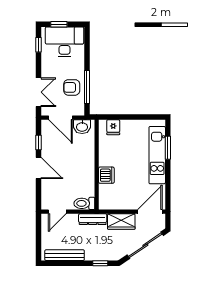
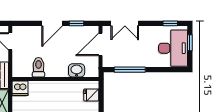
armchair: (72, 87) -> (129, 55), removed
washbasin: (82, 127) -> (77, 70), moved, turned 90
dishwasher: (106, 175) -> (20, 88), moved
toilet: (84, 203) -> (39, 67), moved

